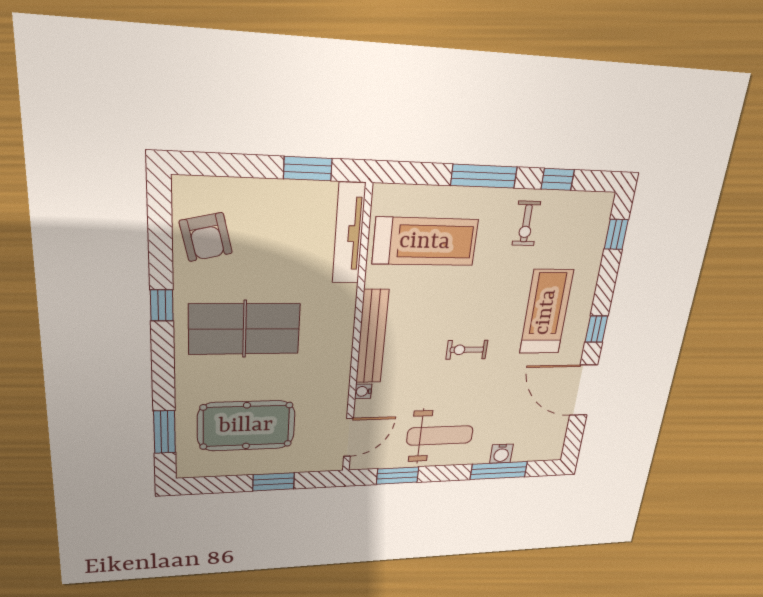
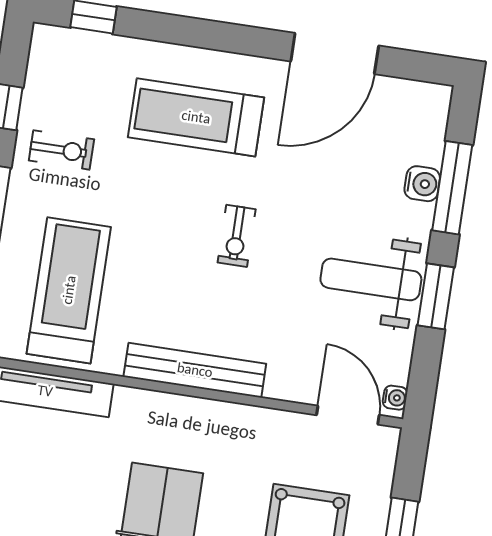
window: (596, 329) -> (235, 38), removed
water cooler: (363, 391) -> (395, 398), moved, turned -90
weight bench: (440, 435) -> (371, 279), turned -90
window: (398, 476) -> (436, 296), moved

